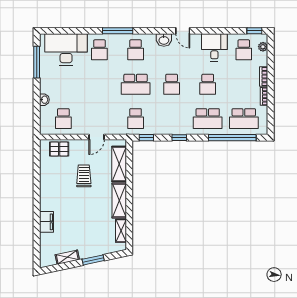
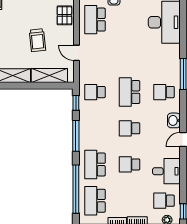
school desk: (99, 50) -> (164, 56), removed
school desk: (63, 119) -> (95, 20), width x1.85
window: (179, 138) -> (76, 136), width x2.17
trolley: (84, 176) -> (37, 40), turned 84

